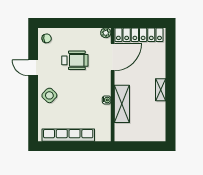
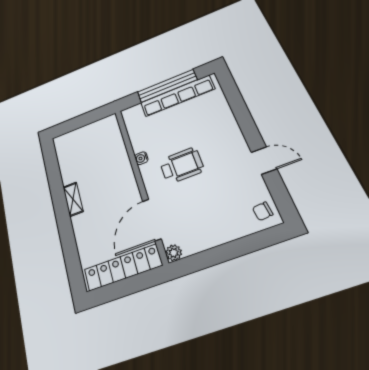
wheelchair: (75, 60) -> (182, 165), moved, turned 180
side table: (49, 95) -> (223, 133), removed
shelving: (122, 104) -> (119, 161), removed
window: (72, 146) -> (167, 86), added

